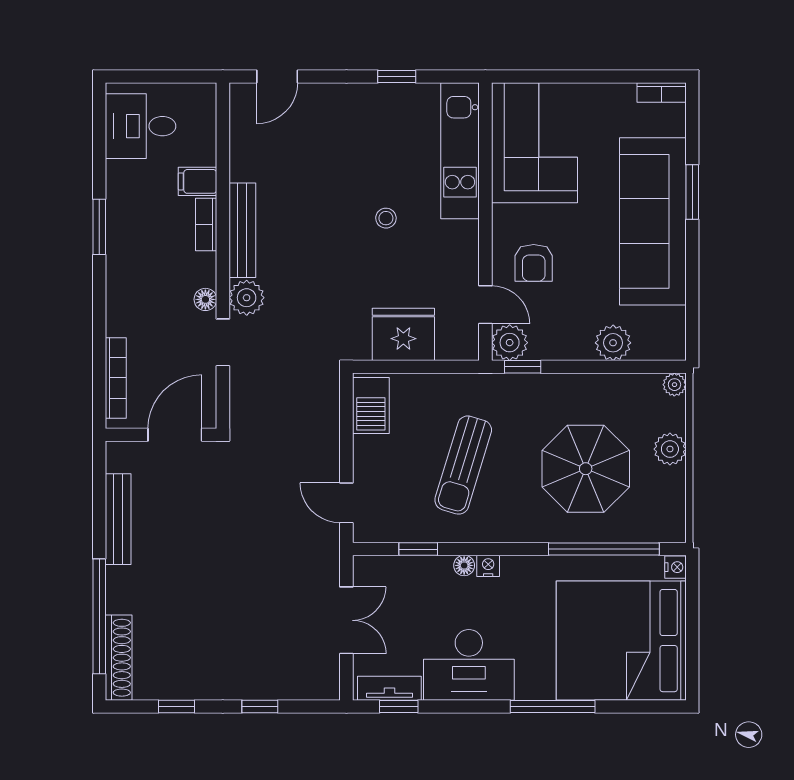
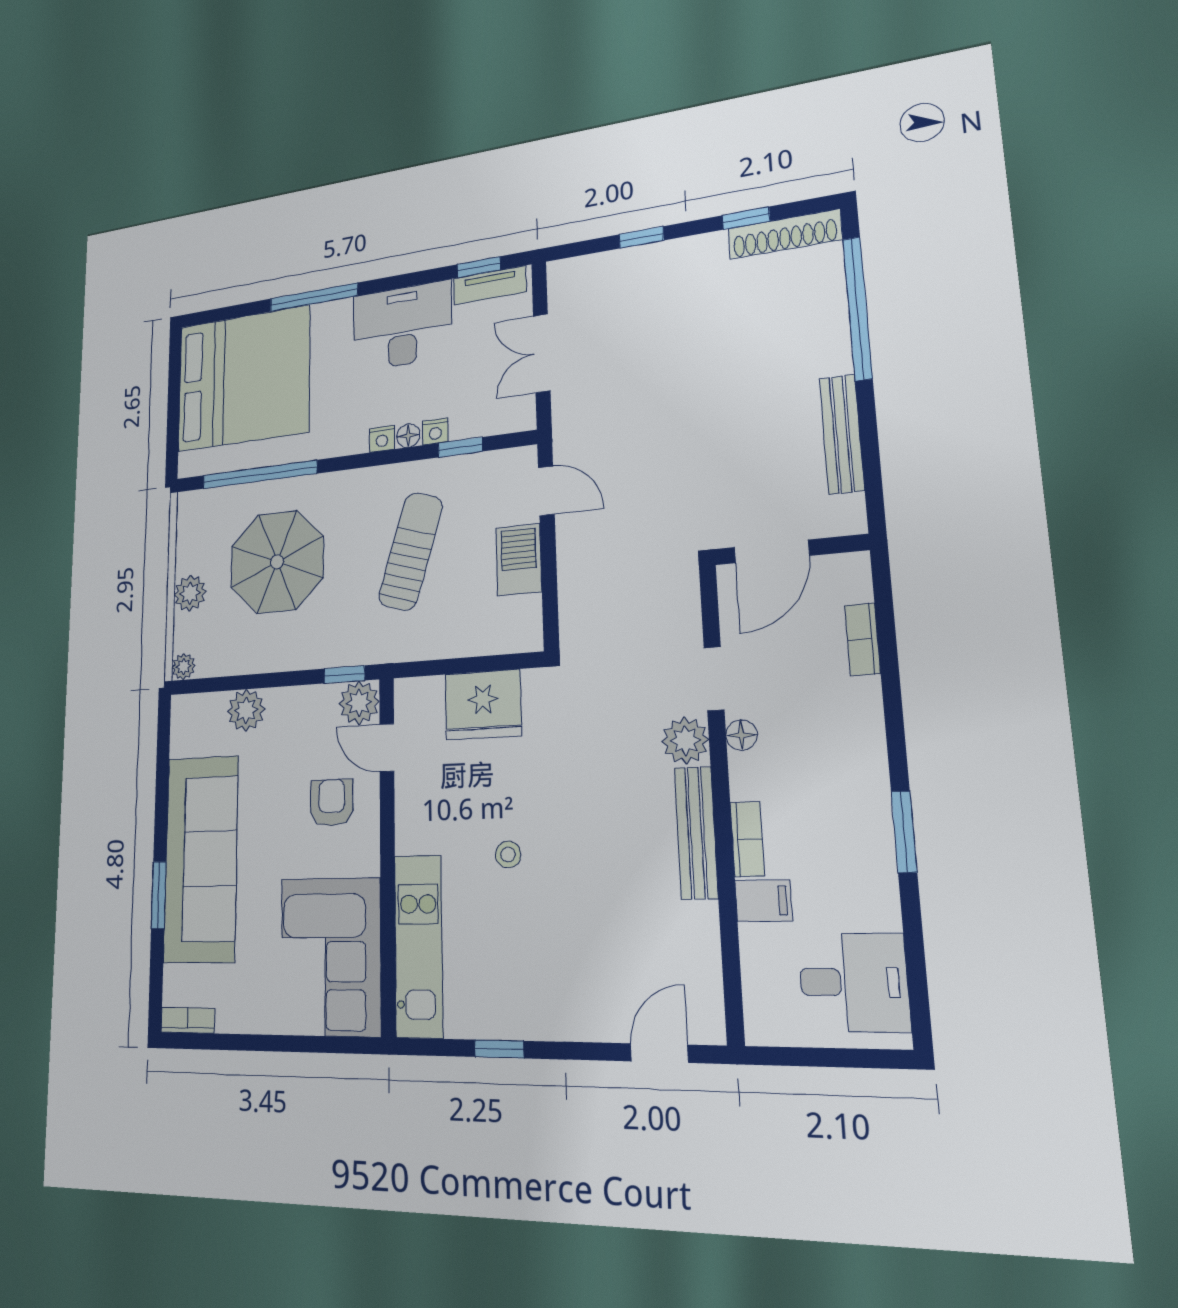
bookcase: (116, 378) -> (863, 639), width x0.64
barbecue: (371, 405) -> (519, 560), moved
nightstand: (676, 567) -> (435, 431), moved, turned -90
shoe rack: (119, 658) -> (785, 234), moved, turned -90

